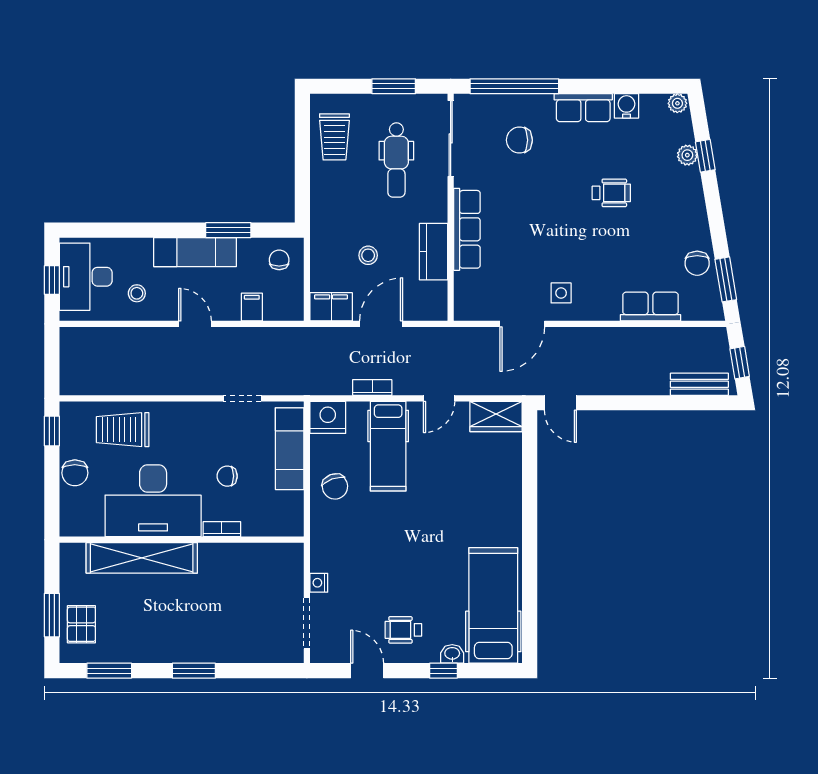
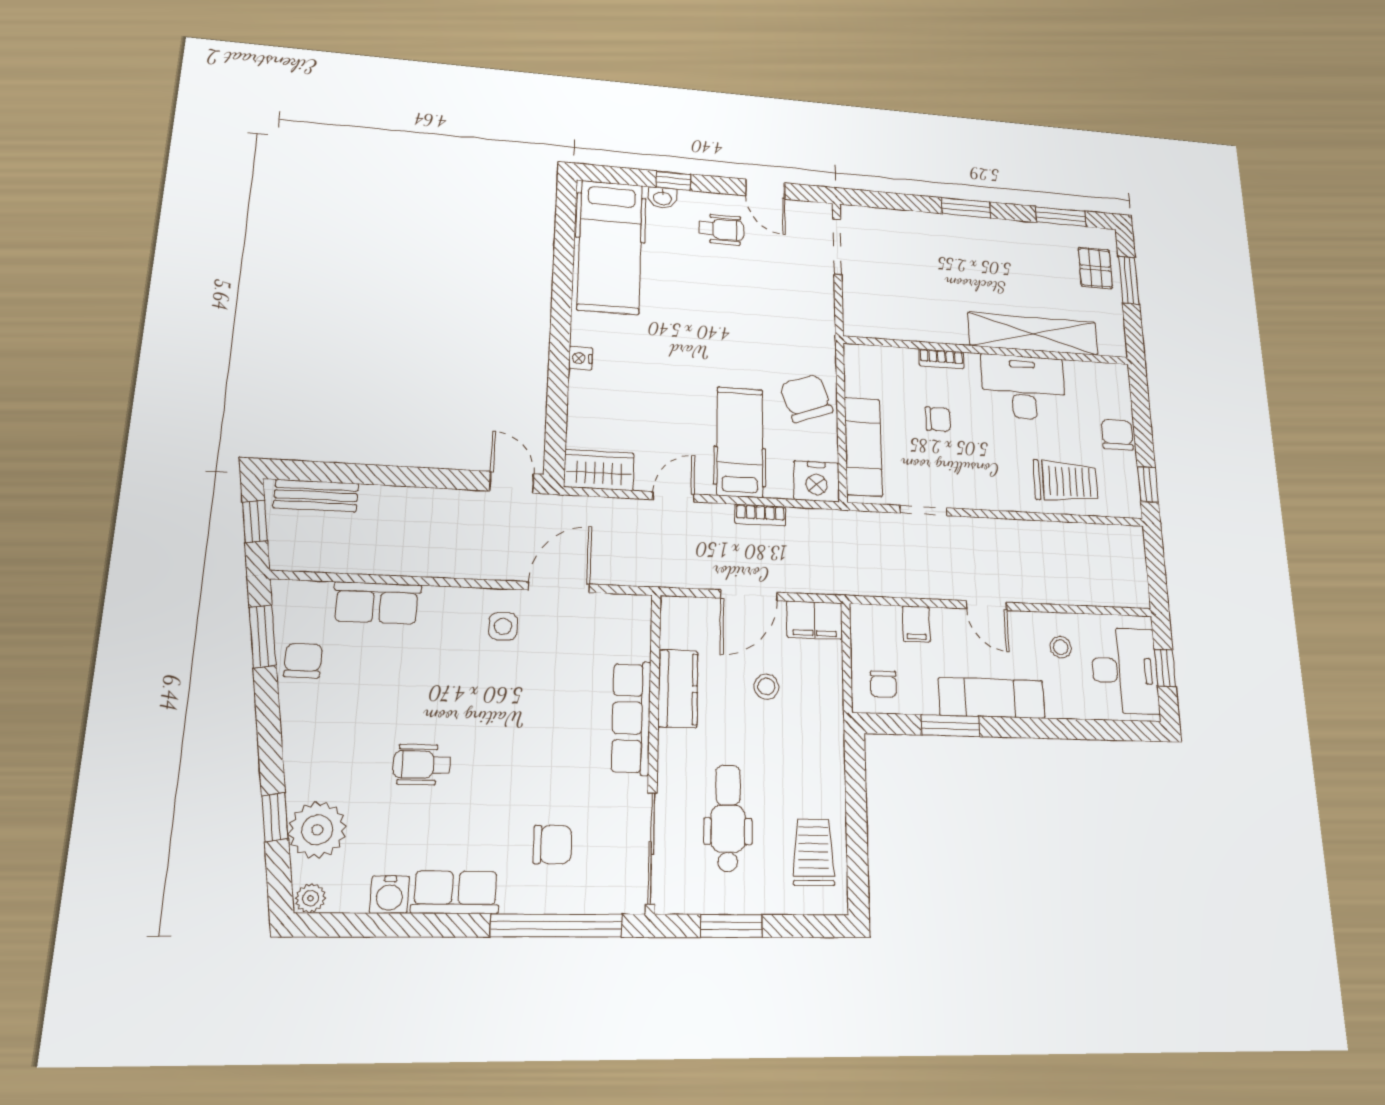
plant: (687, 155) -> (317, 830), width x1.87, depth x1.87
chair: (335, 486) -> (806, 398), width x1.37, depth x1.37
desk: (153, 501) -> (1023, 387), width x0.73, depth x0.77
nightstand: (319, 583) -> (581, 358), moved, turned 180

